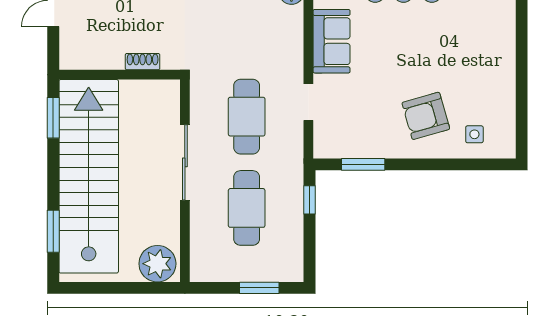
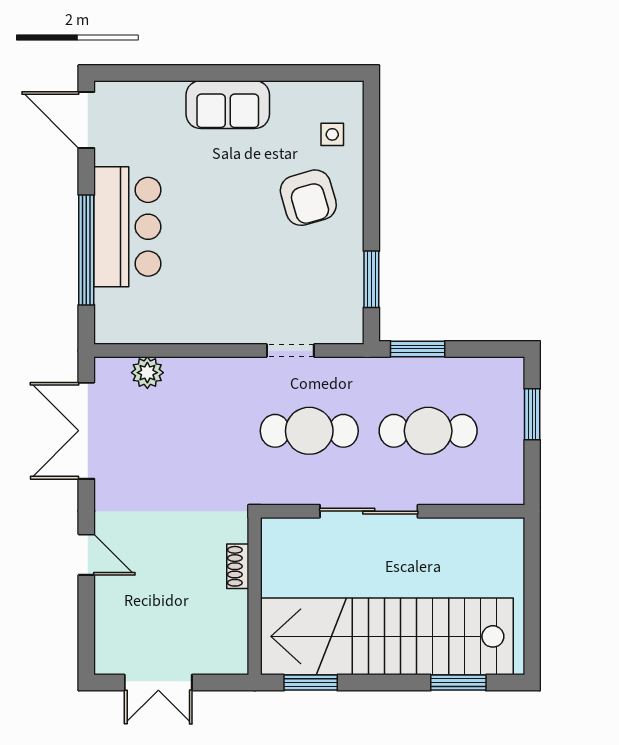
sofa: (332, 41) -> (228, 105), moved, turned 180
window: (310, 200) -> (418, 349), width x1.50
plant: (157, 264) -> (501, 547), removed

